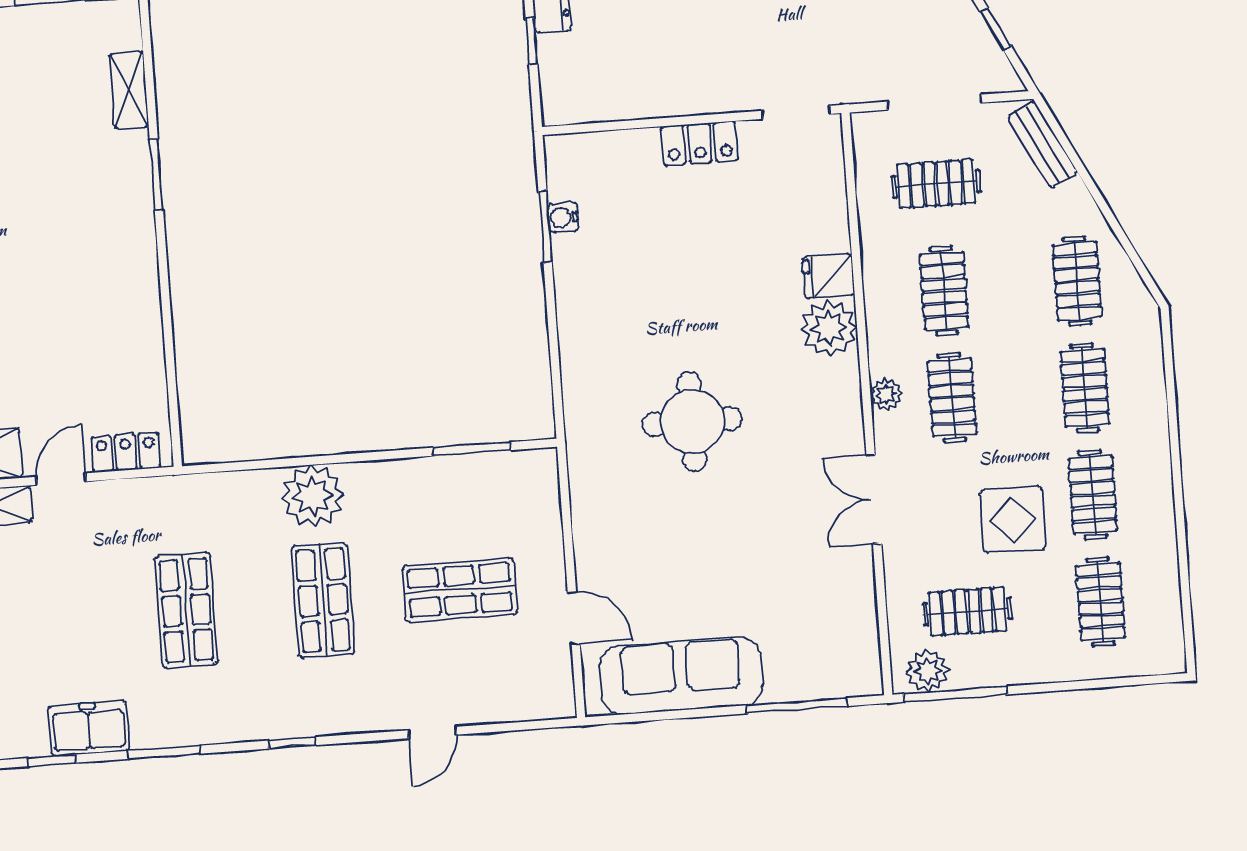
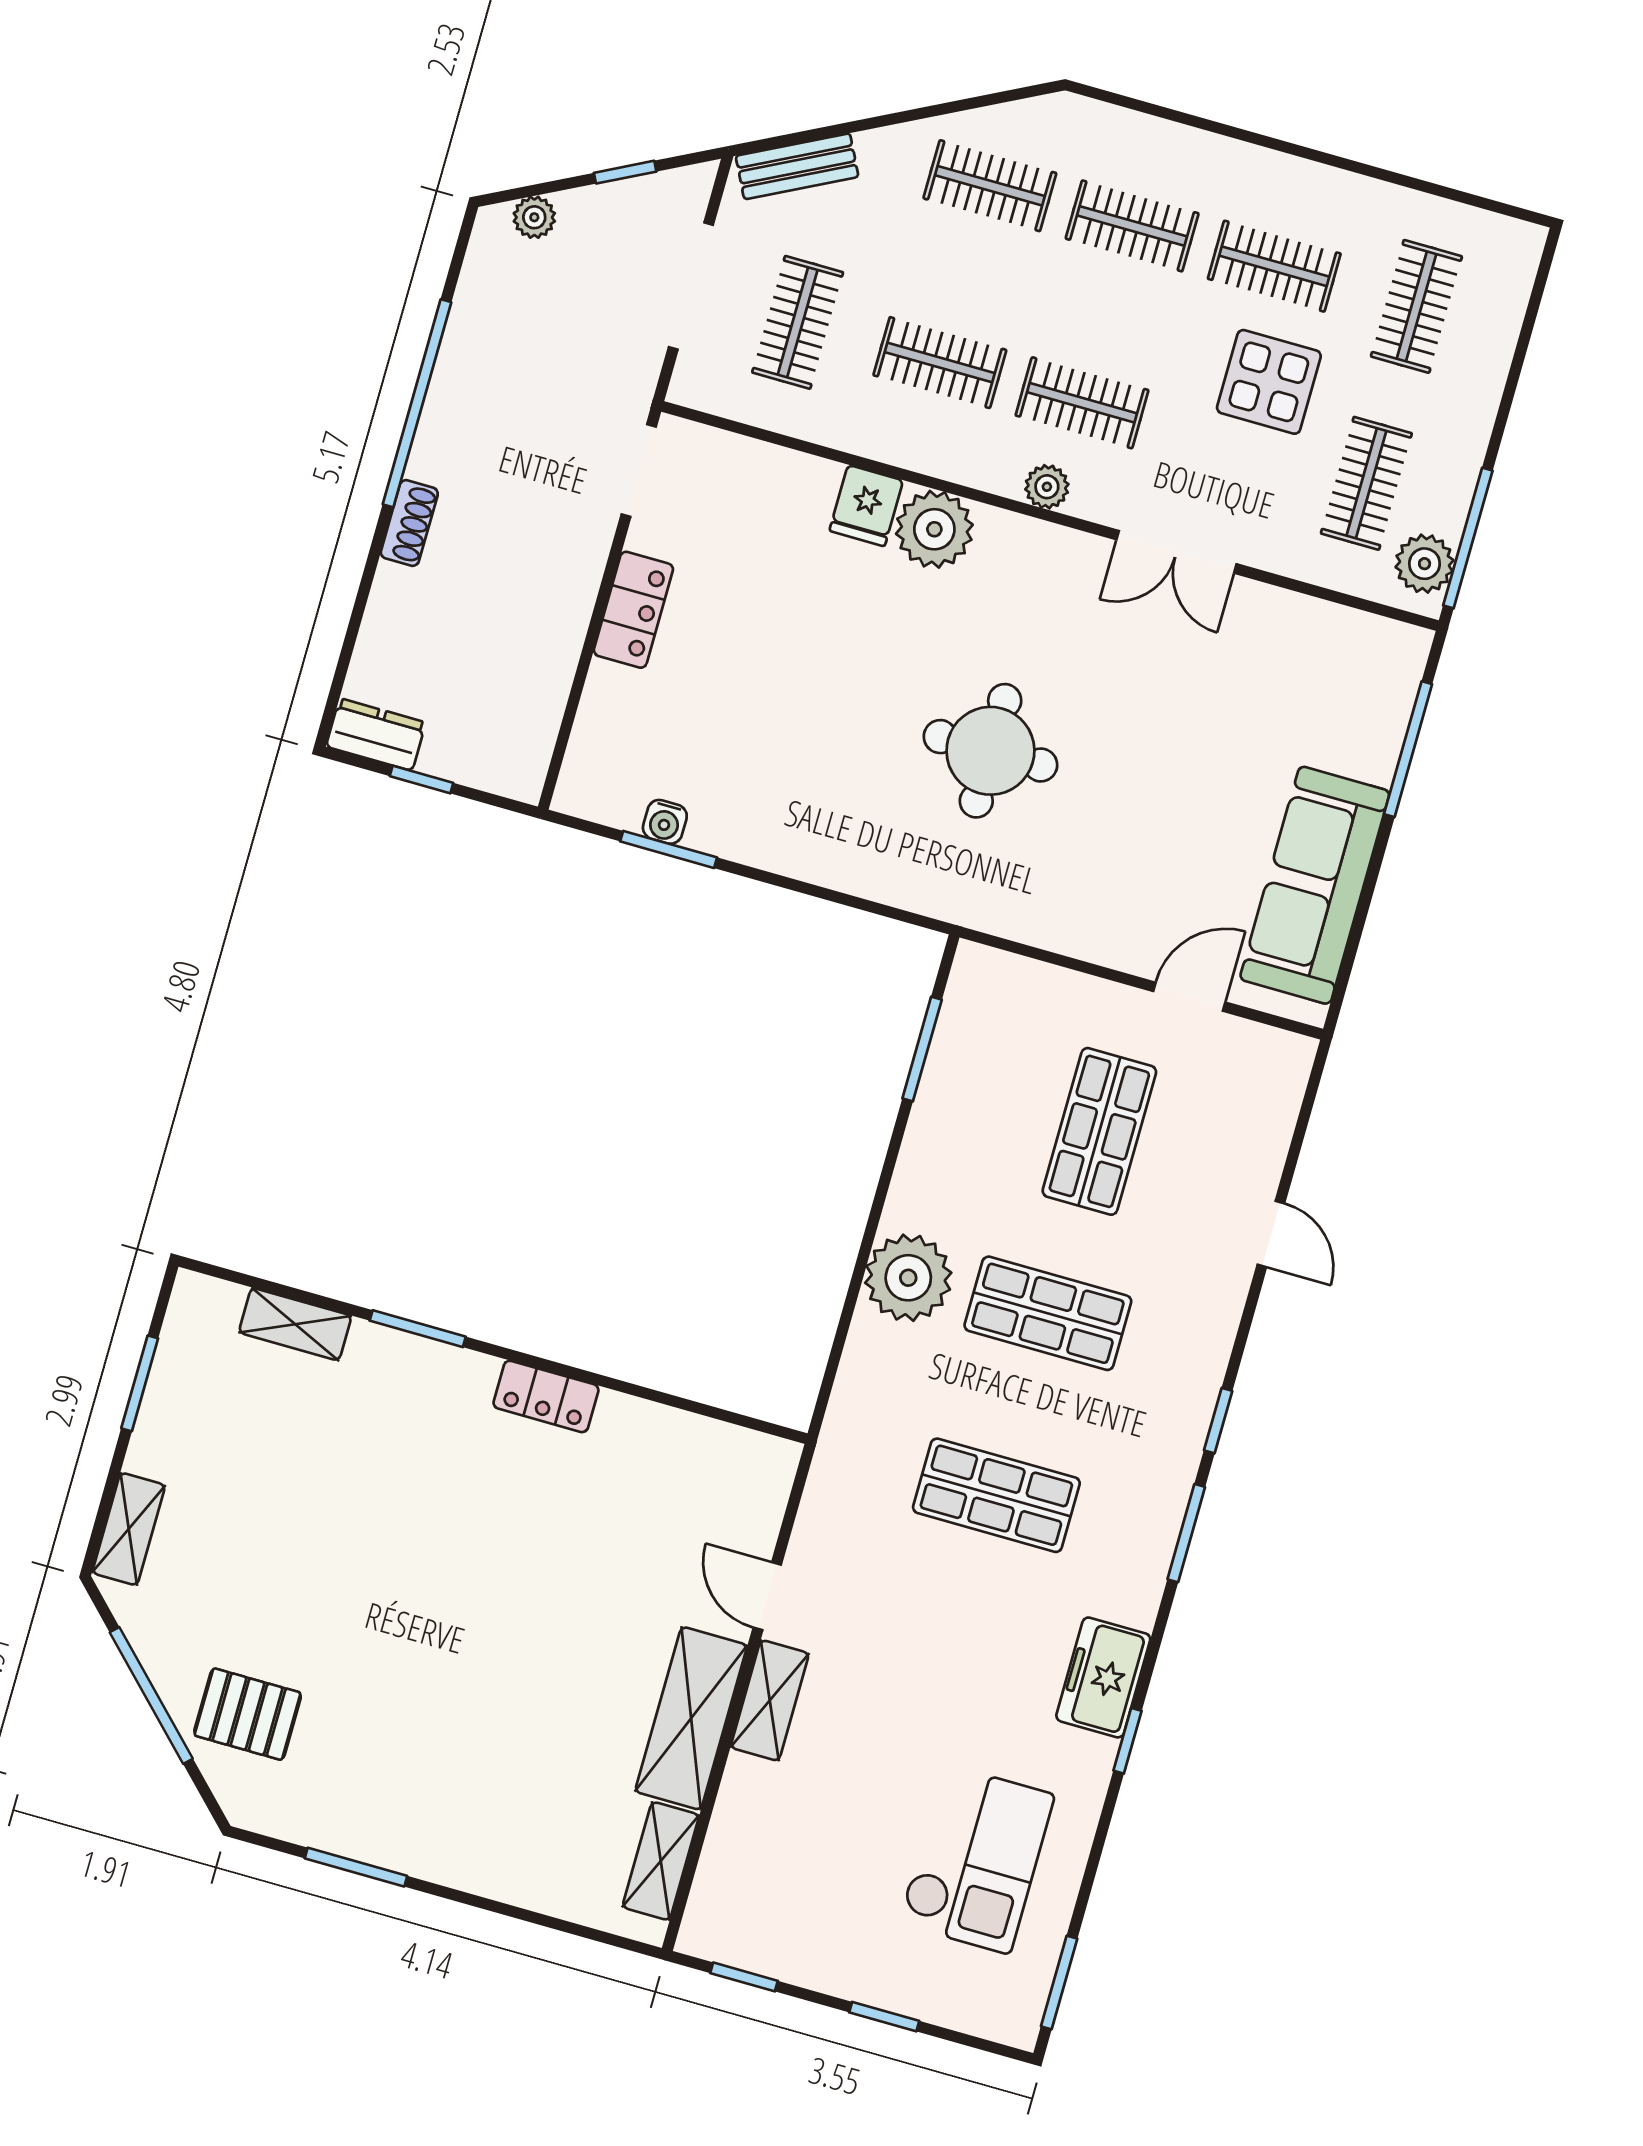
locker: (126, 452) -> (546, 1396), moved, turned -90
clothes rail: (1101, 602) -> (1416, 306), turned 90
window: (164, 752) -> (1186, 1533), moved

